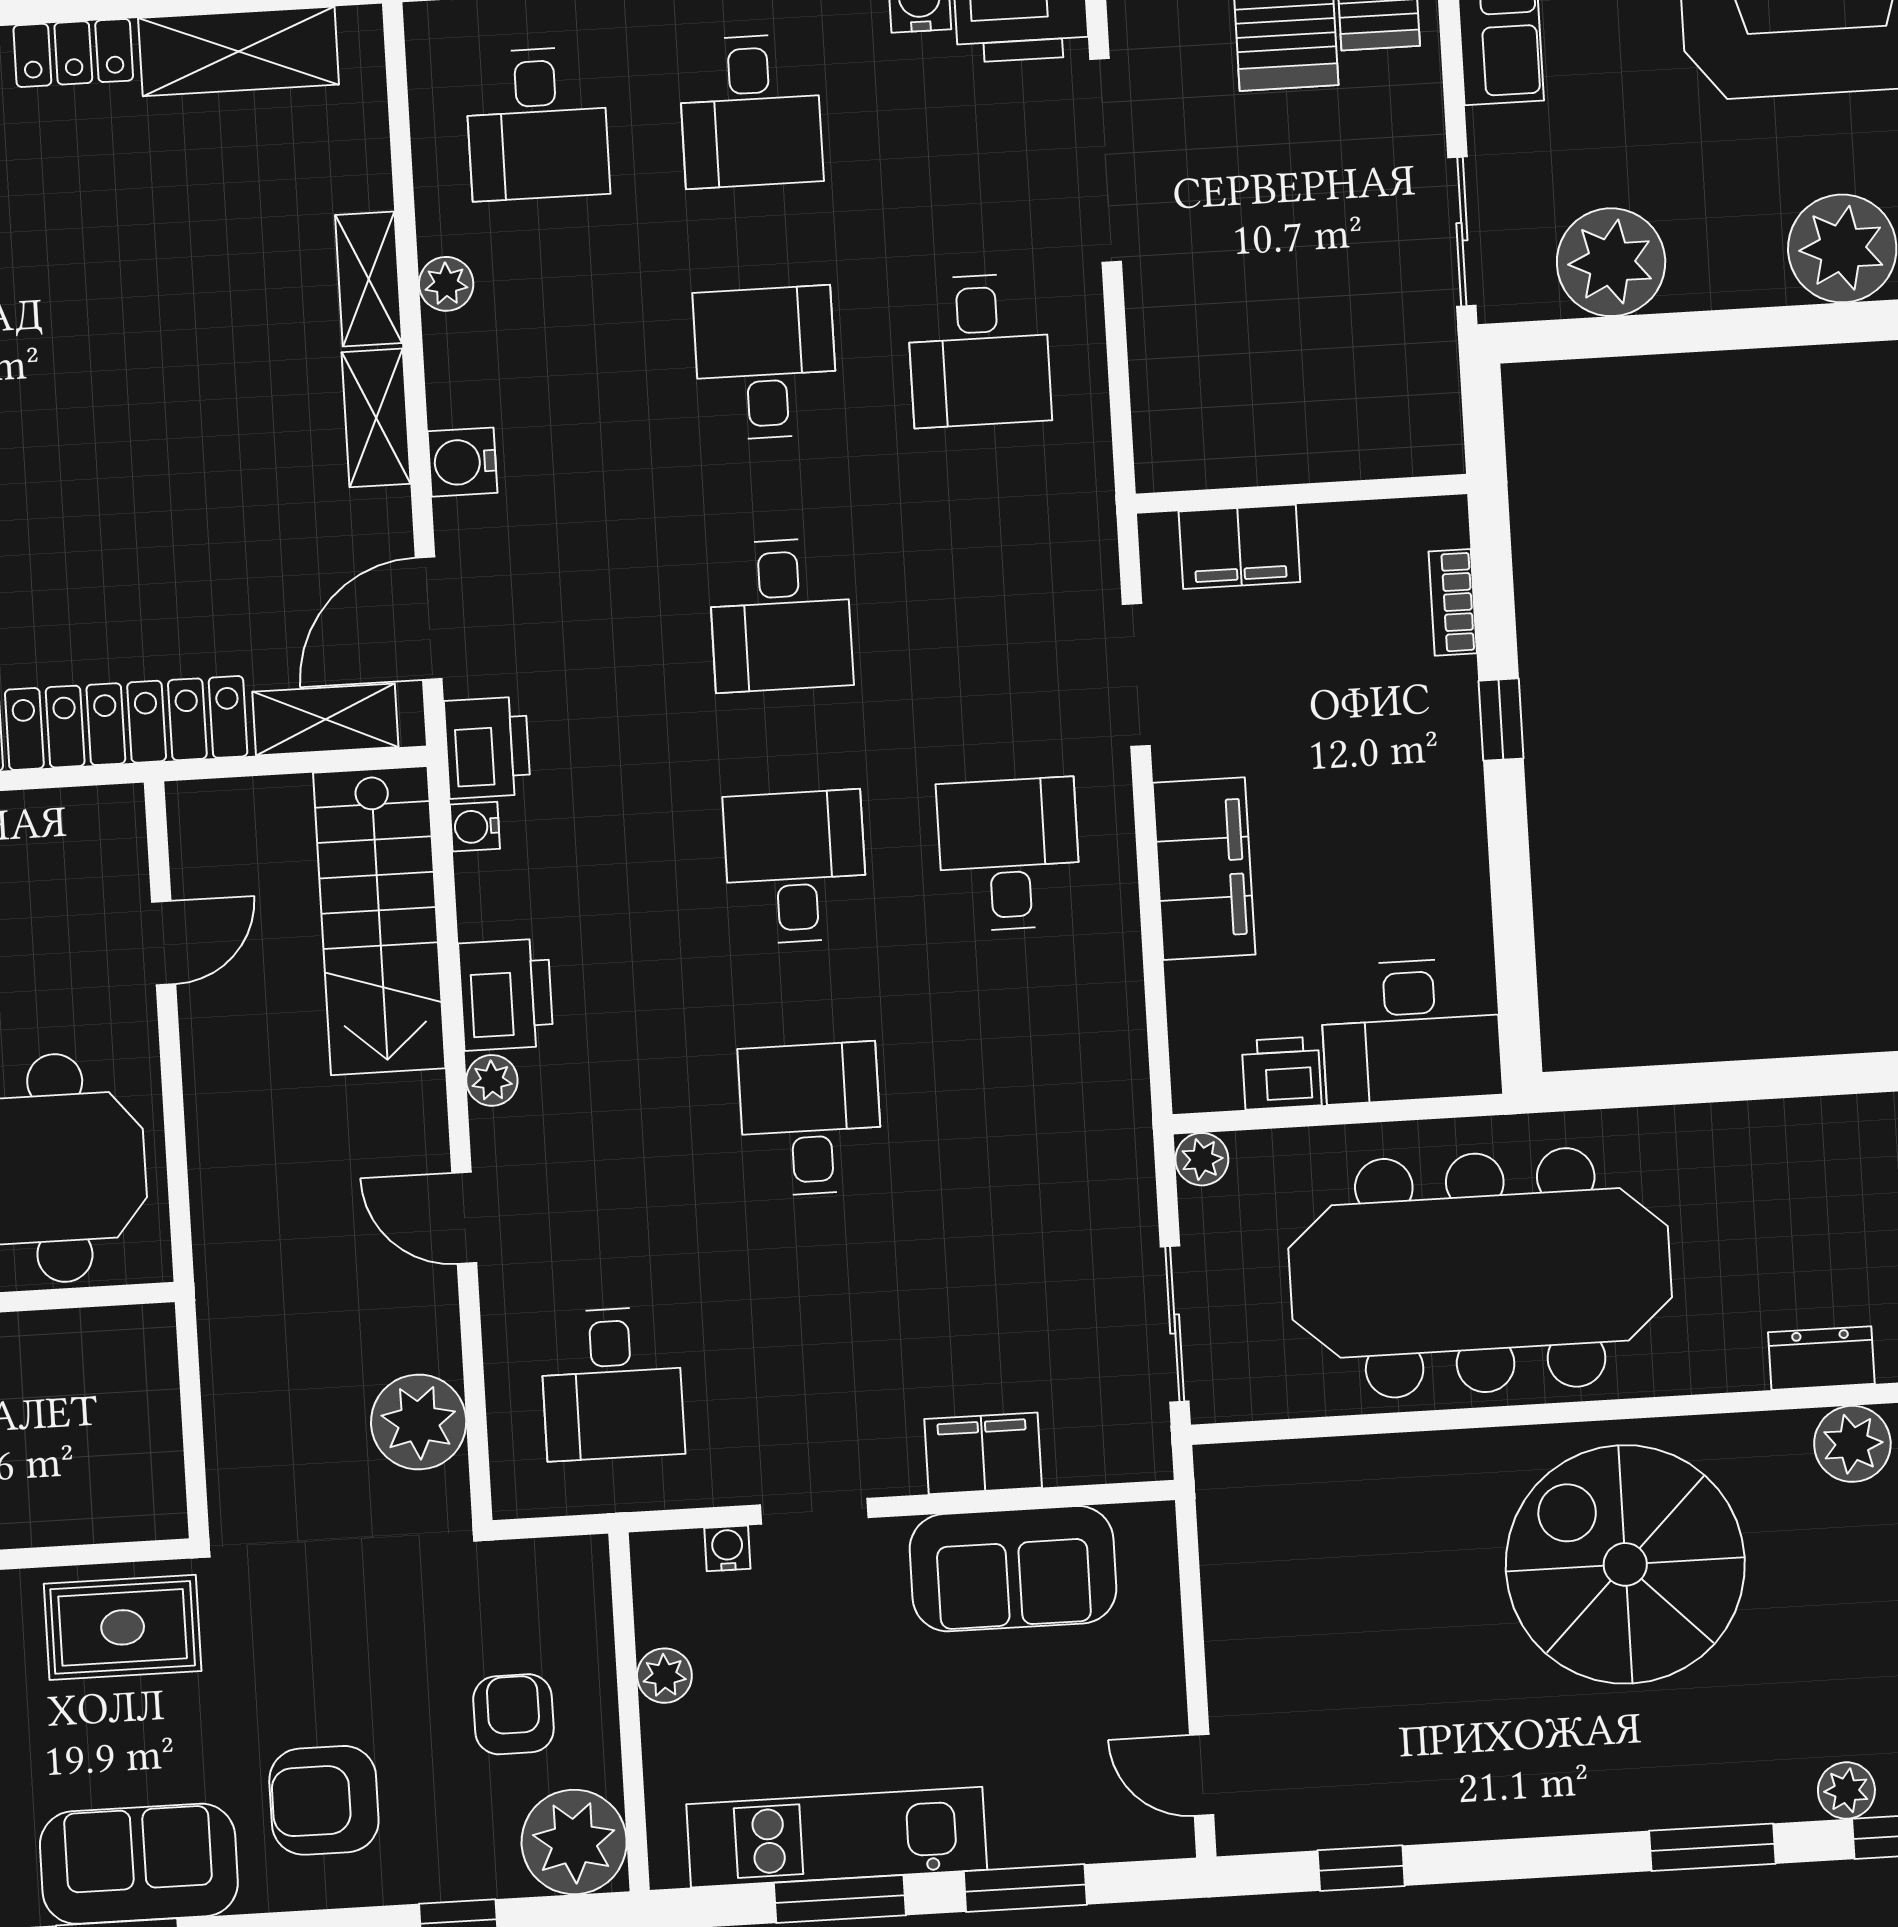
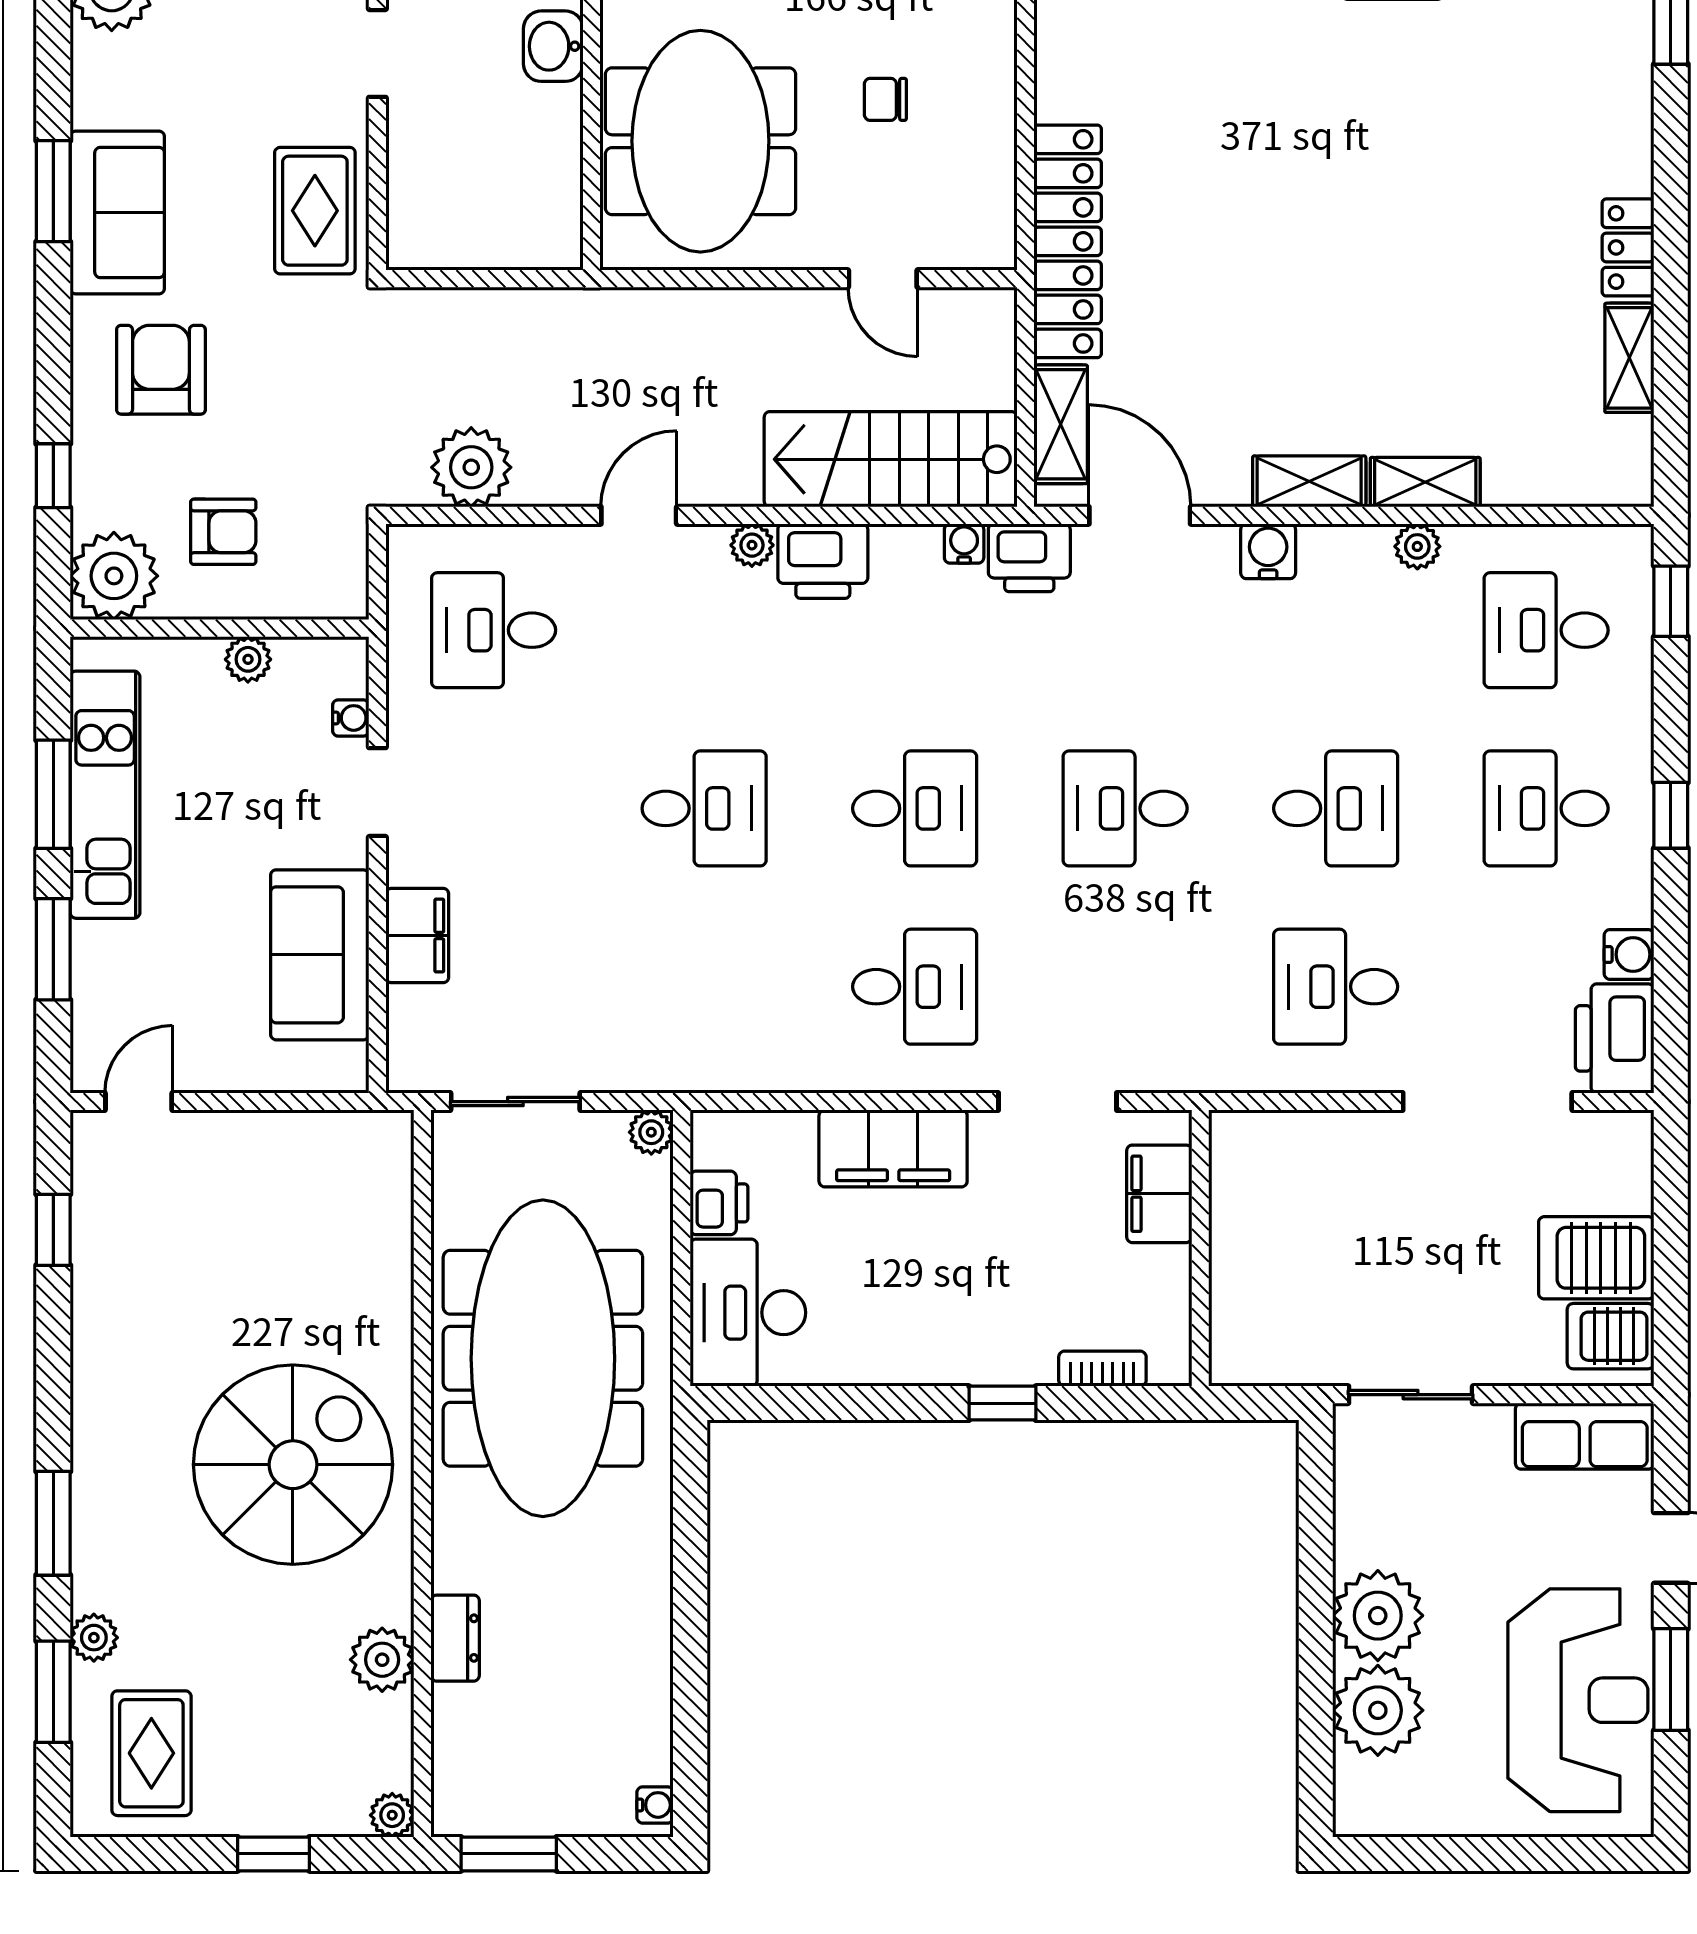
shelving: (239, 51) -> (1629, 358), width x0.67, depth x0.75
plant: (1611, 262) -> (1378, 1616), moved

